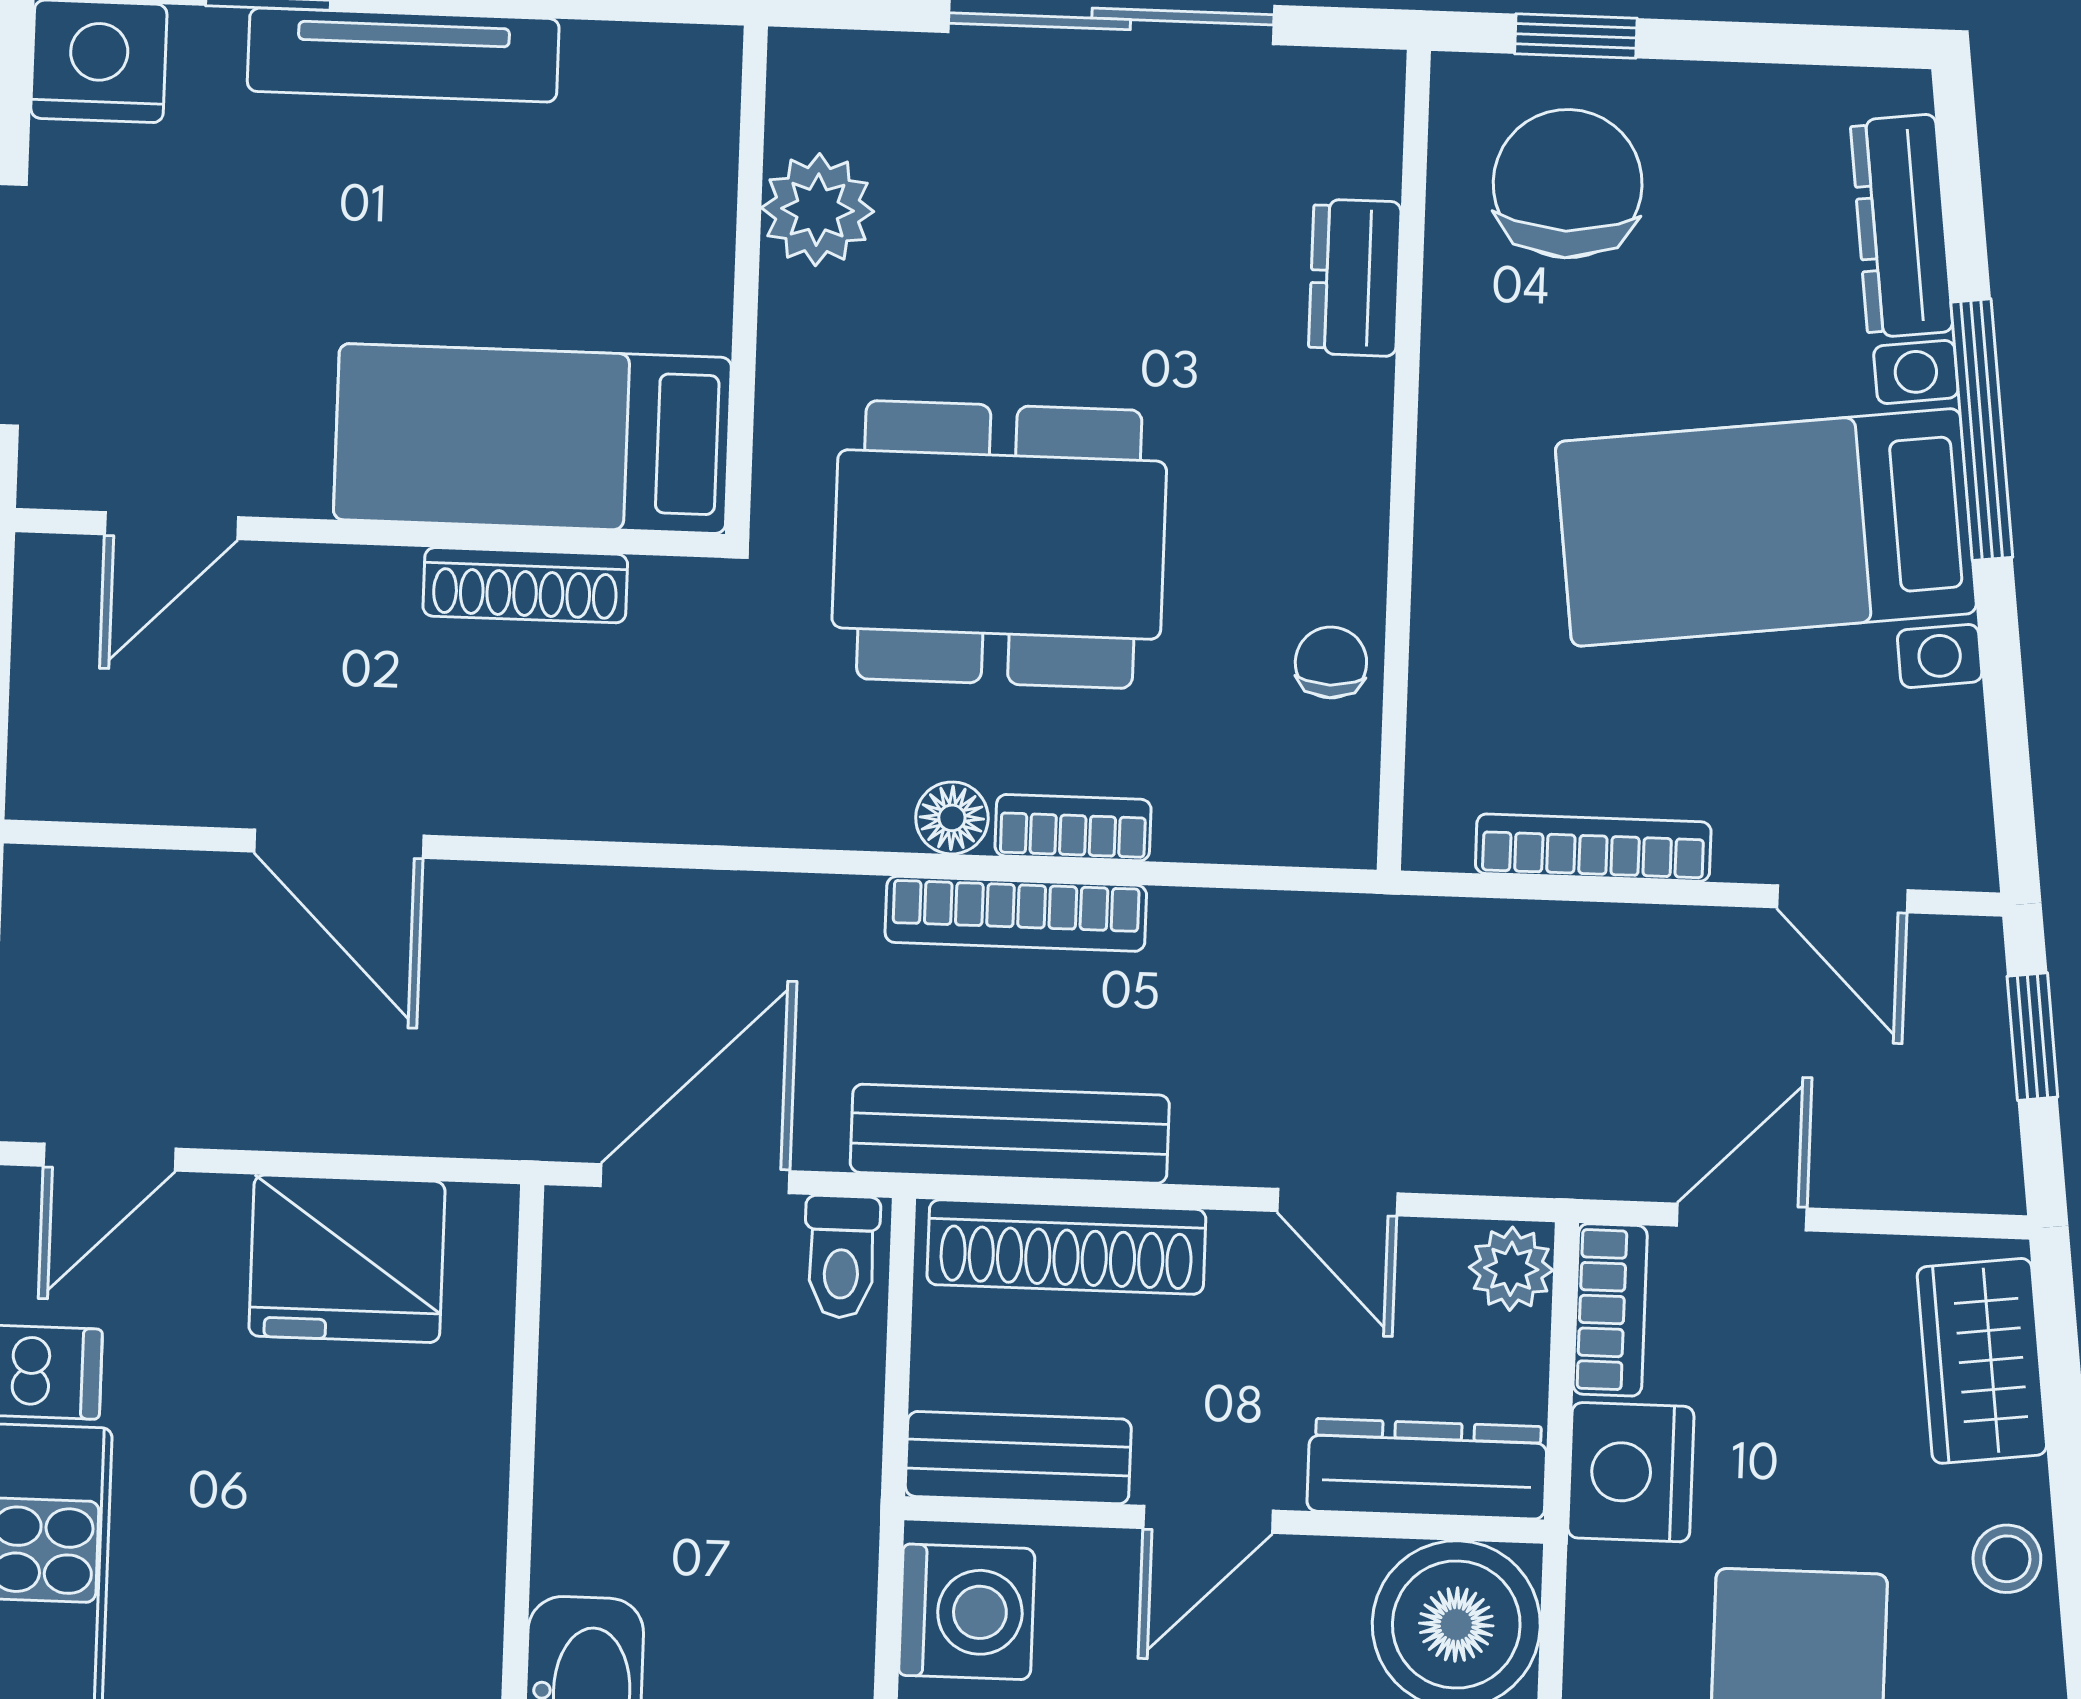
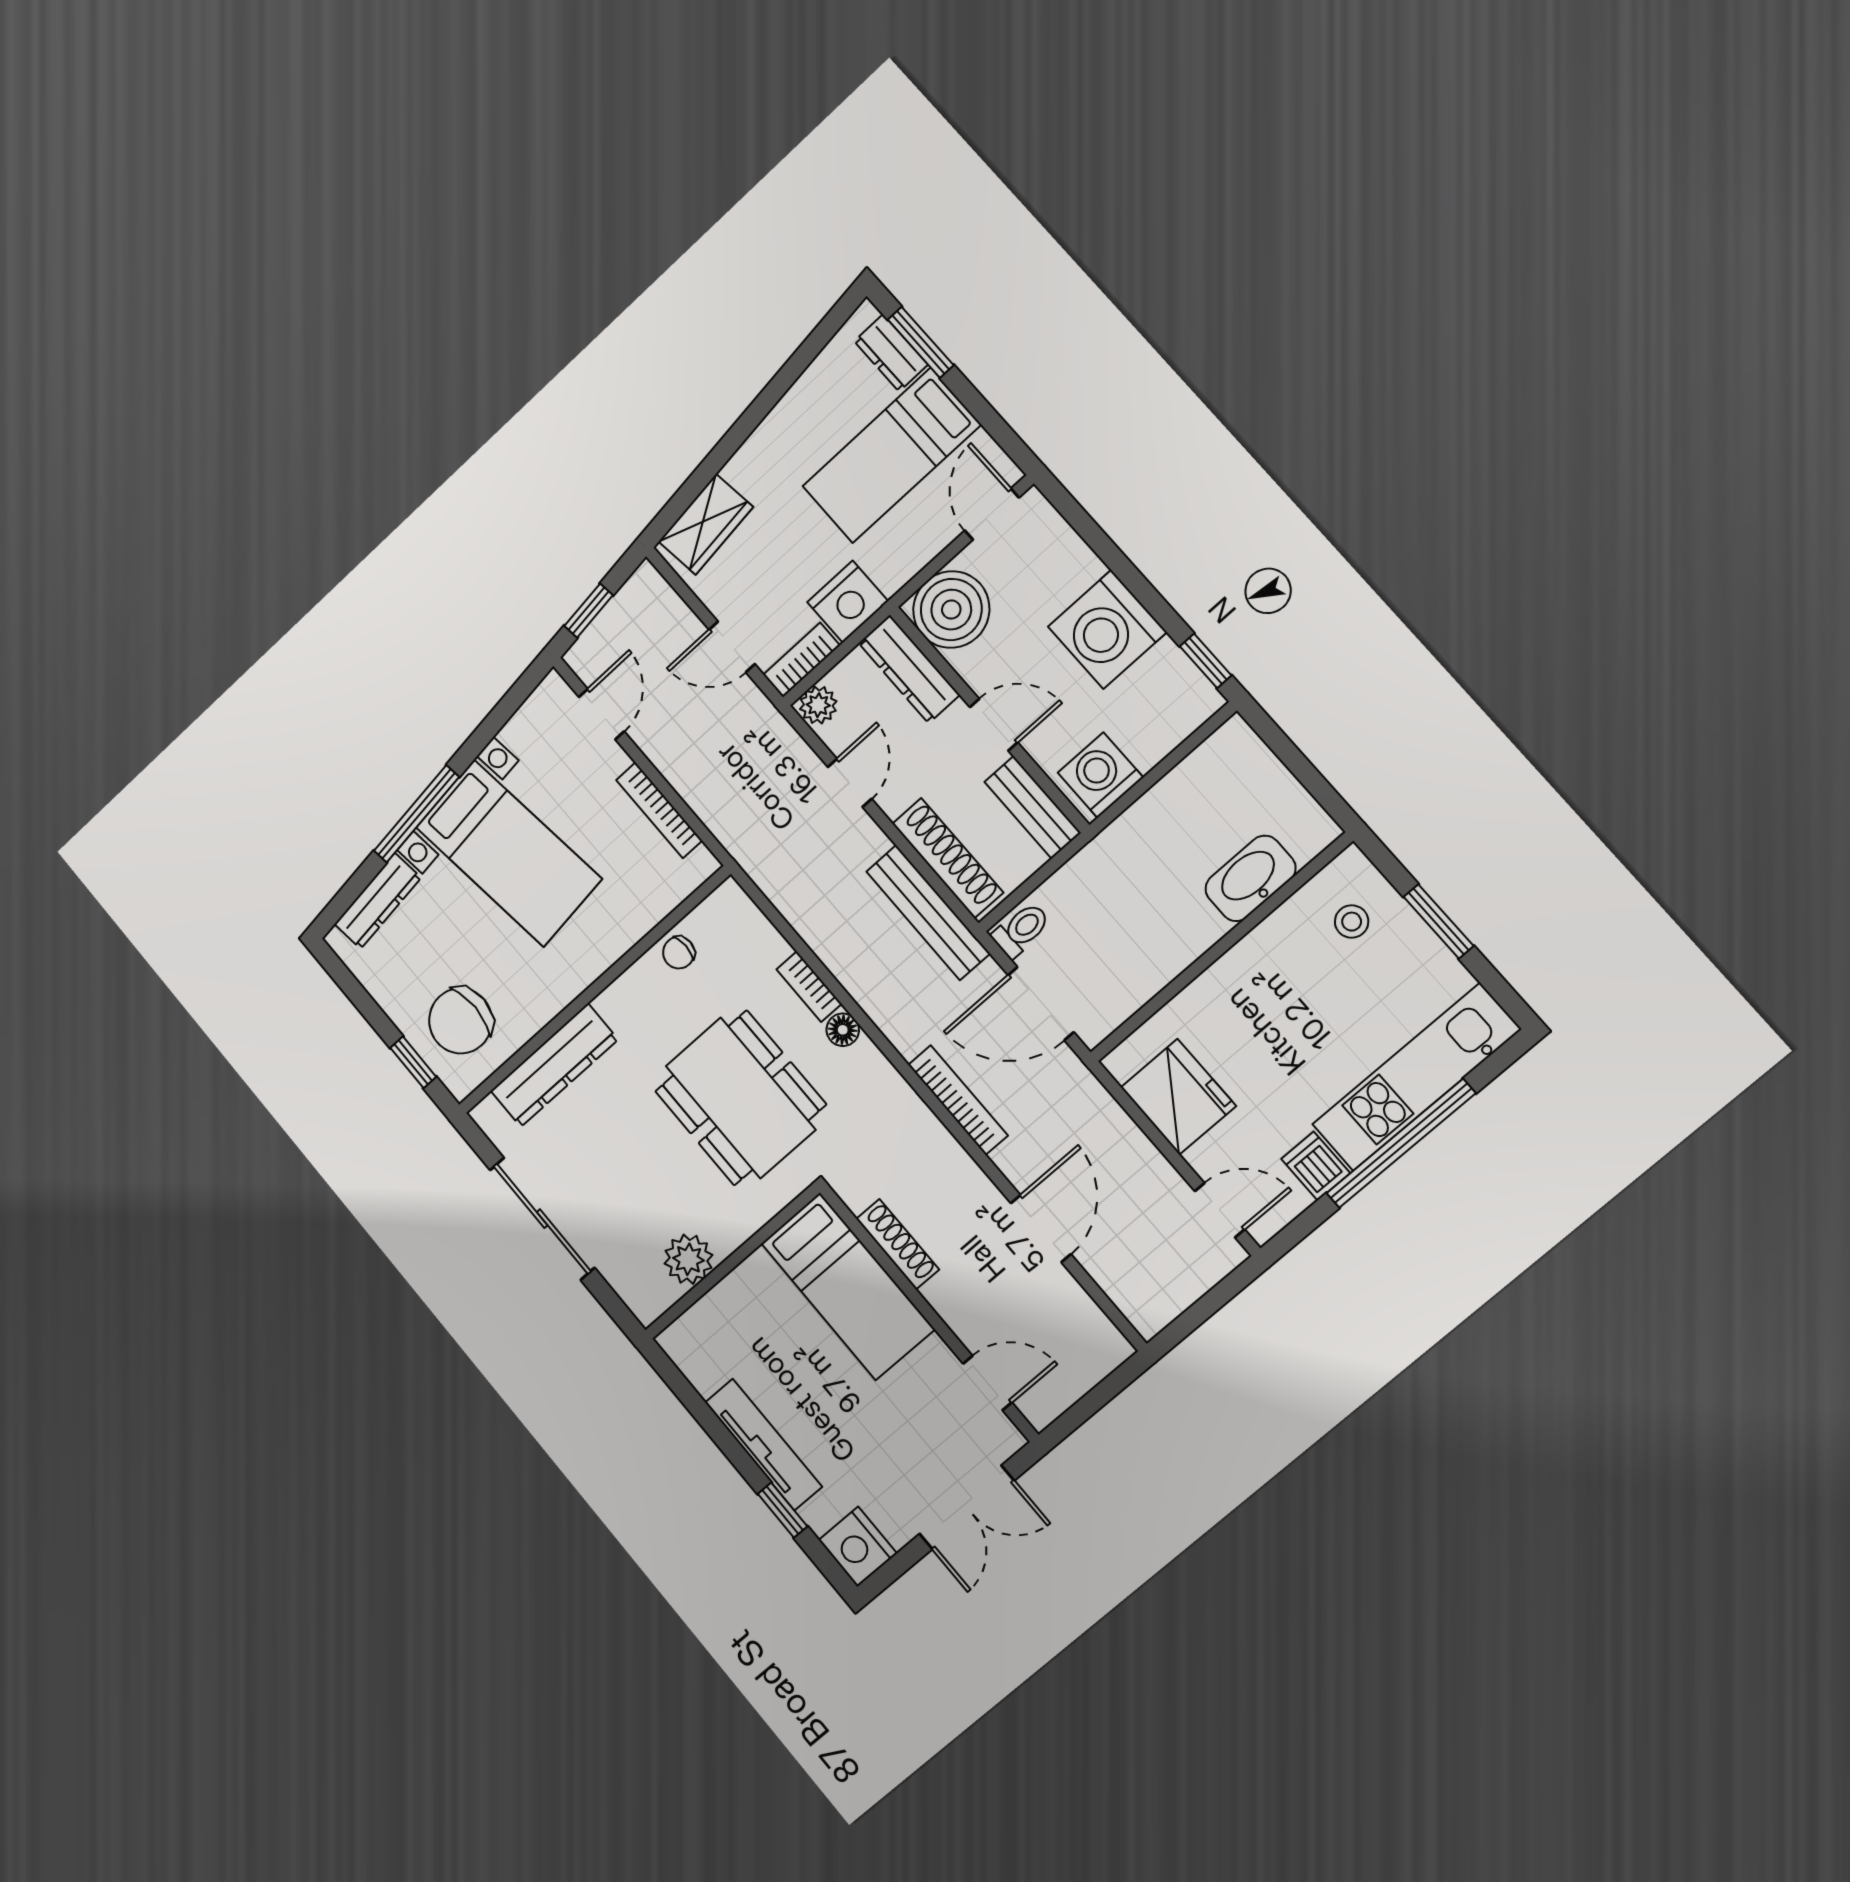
dresser: (1355, 278) -> (554, 1065), width x1.96, depth x1.24
bookcase: (1016, 914) -> (958, 1100), moved
stool: (2007, 1559) -> (761, 453), removed

